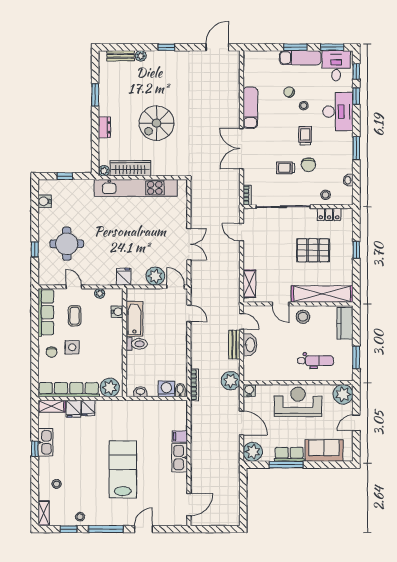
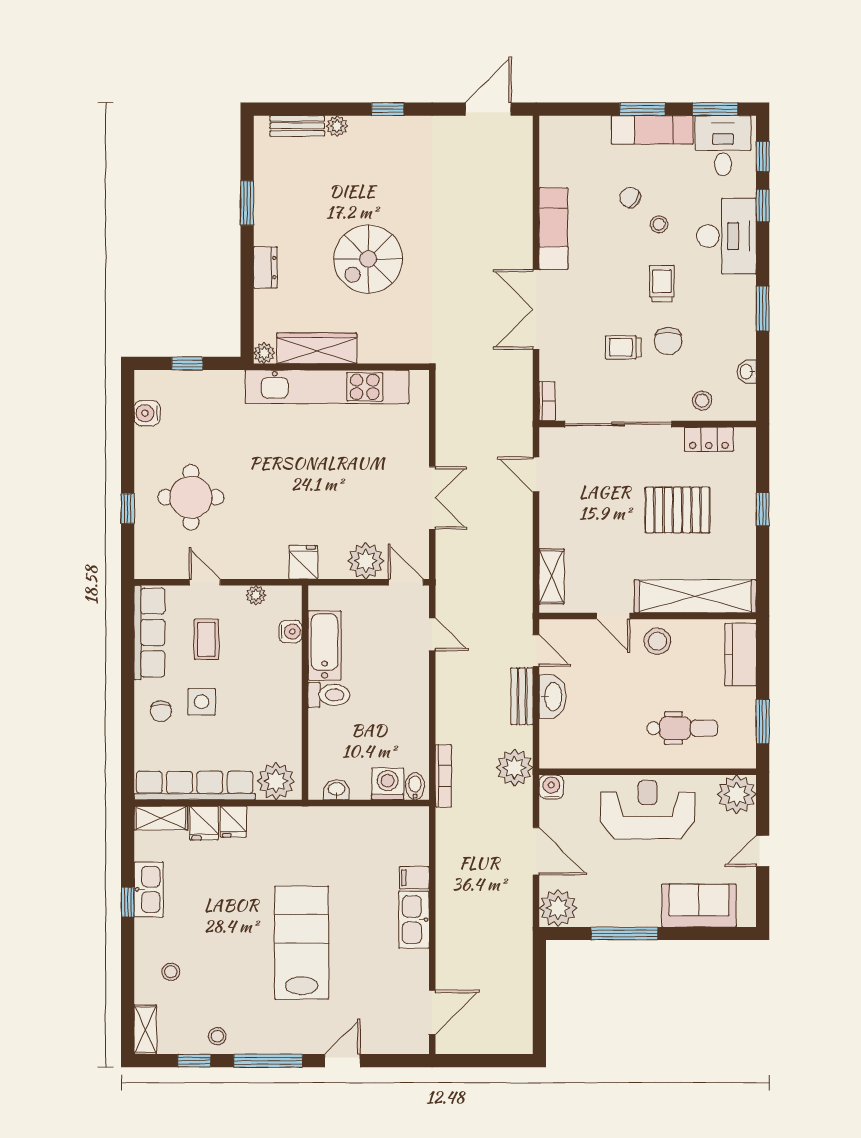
row of seats: (289, 454) -> (630, 913), removed

